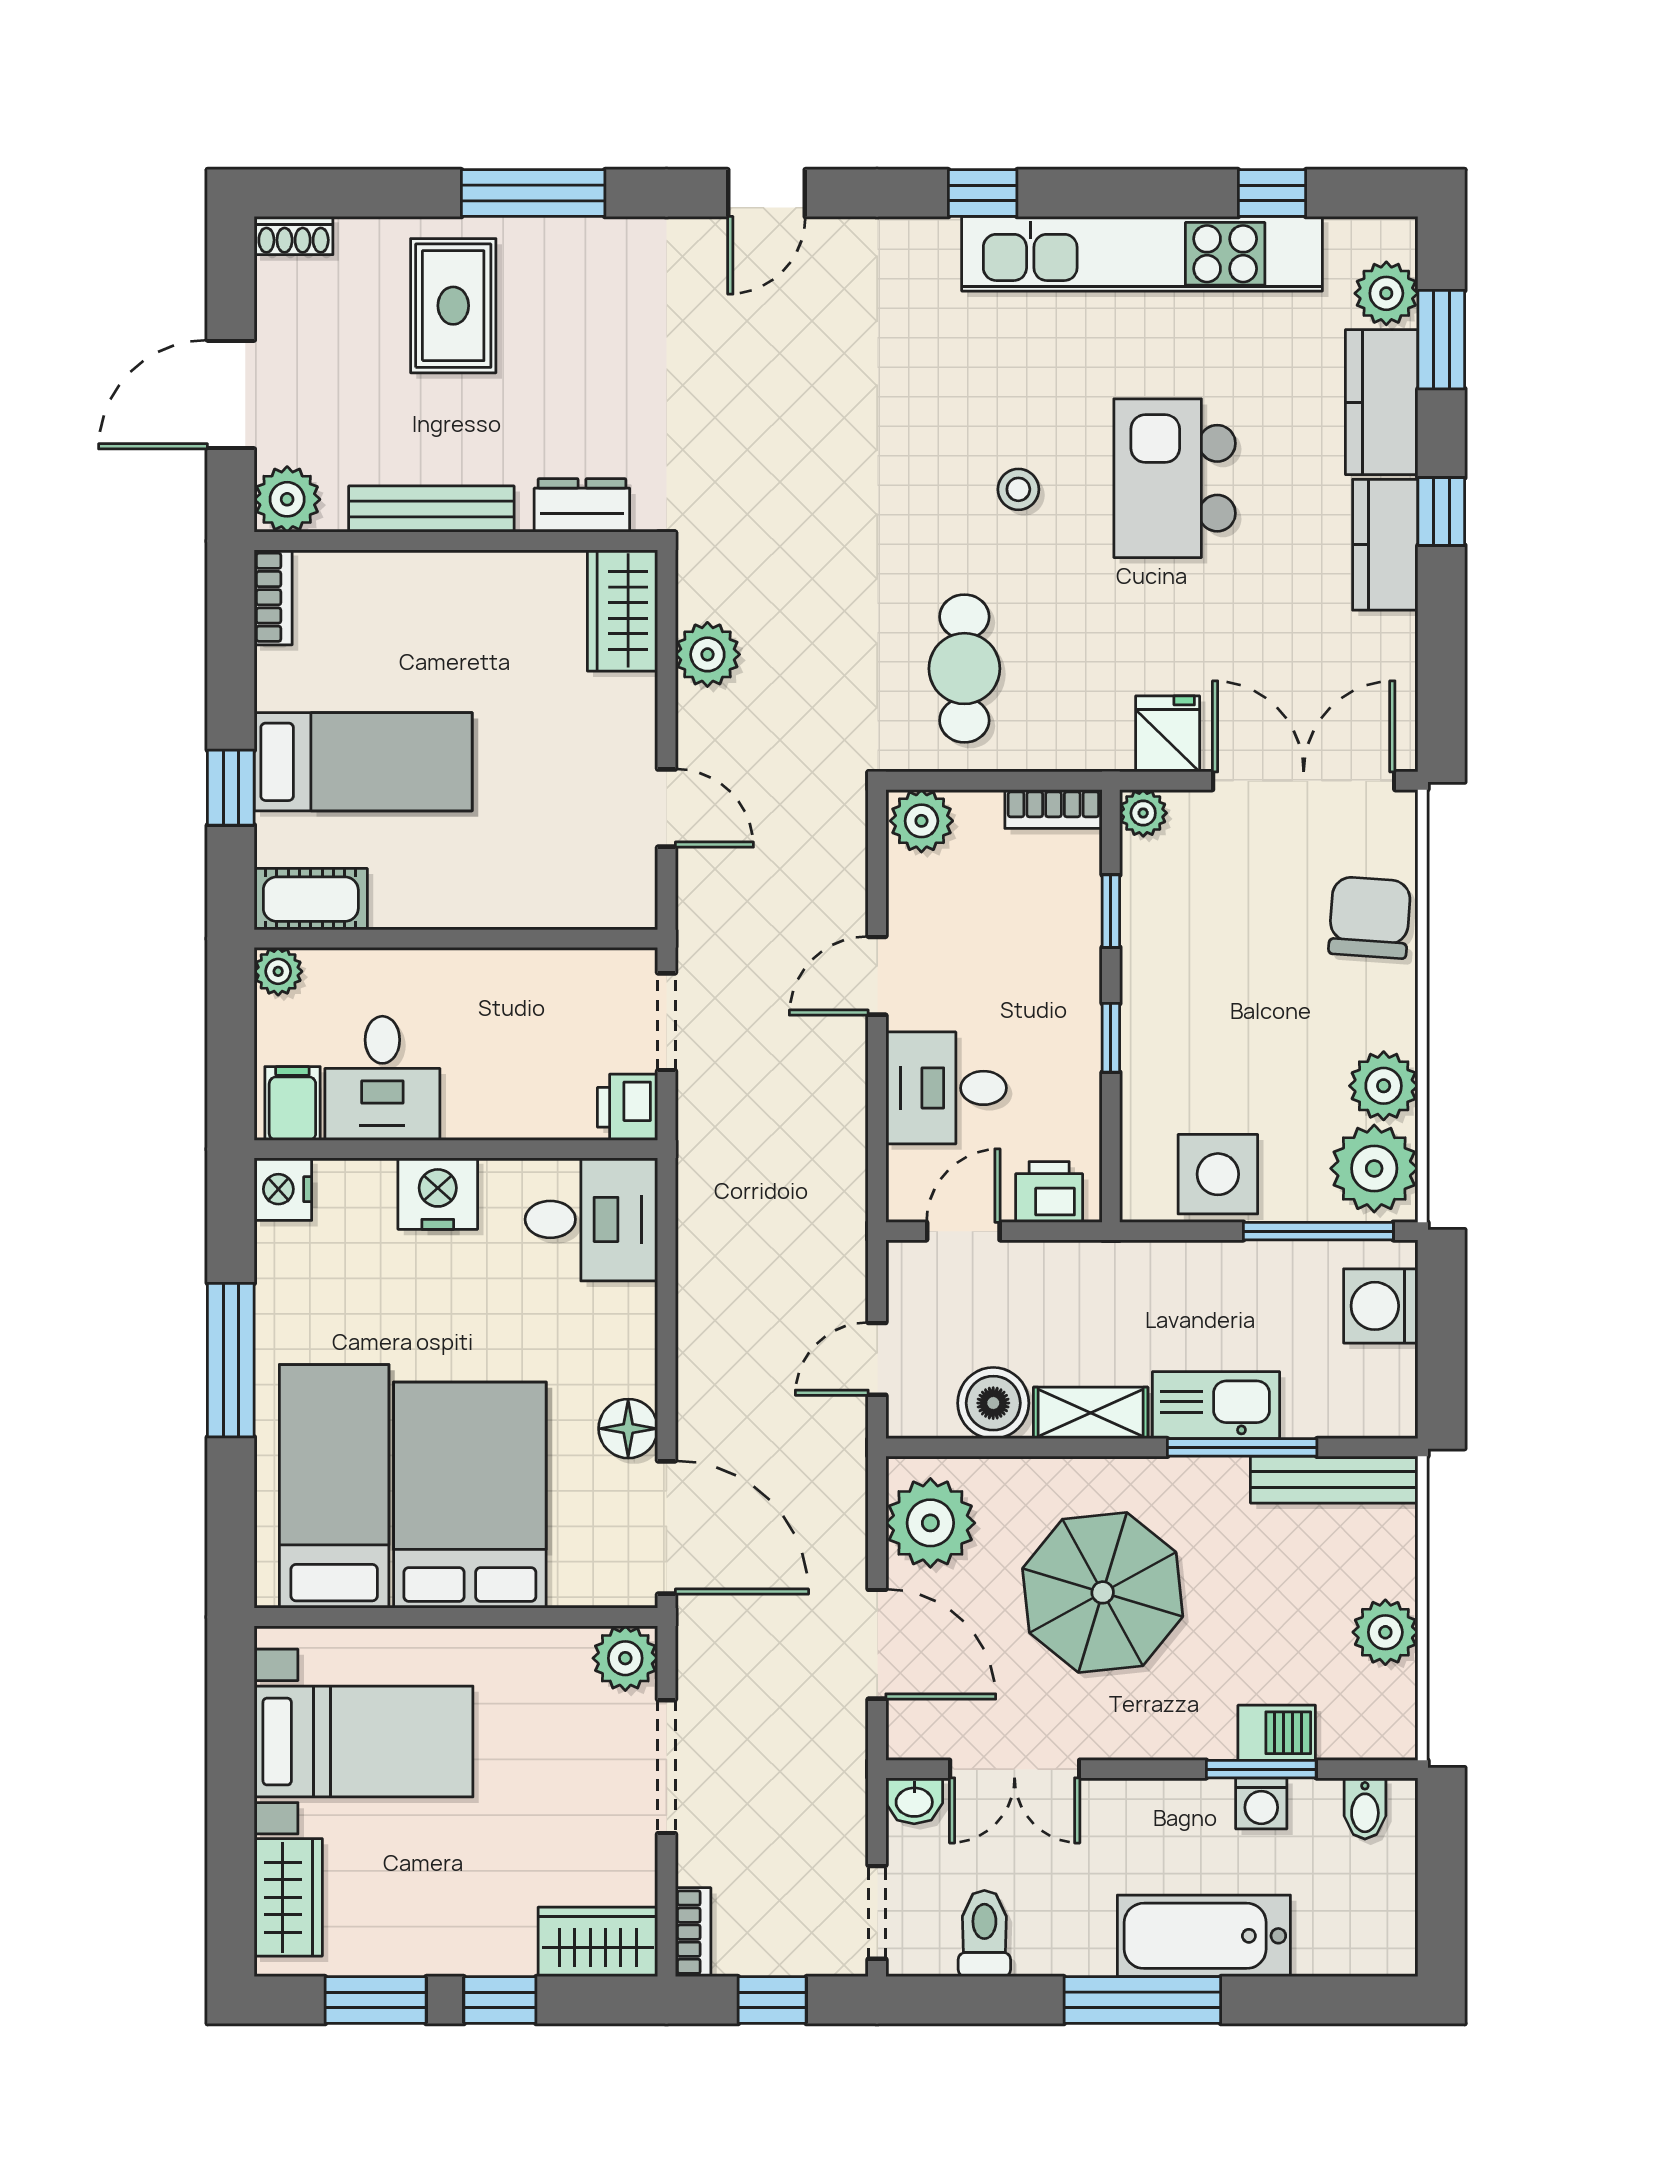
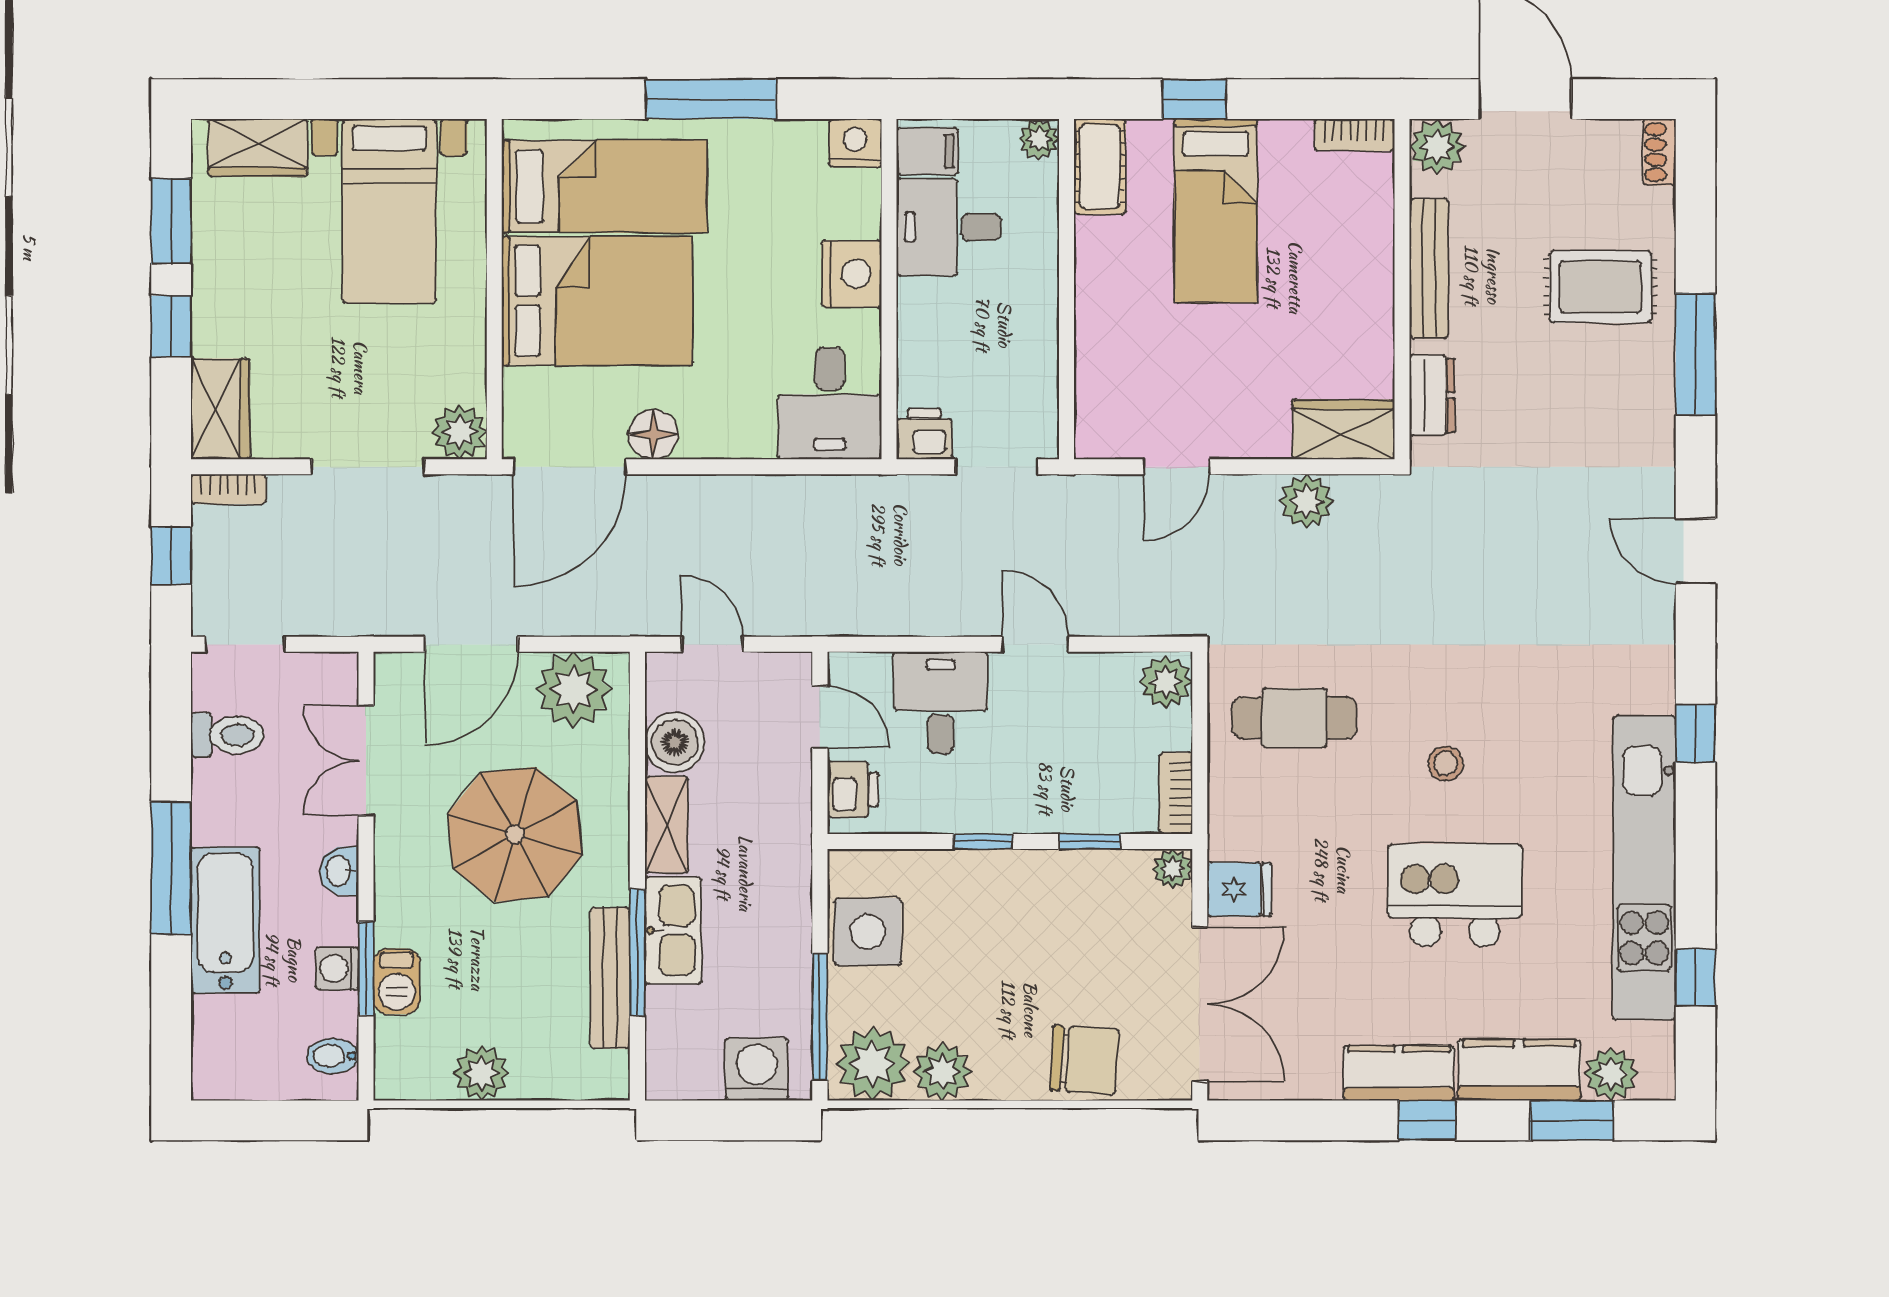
bench: (1334, 1480) -> (610, 978), moved
washbasin: (914, 1801) -> (339, 871), moved

